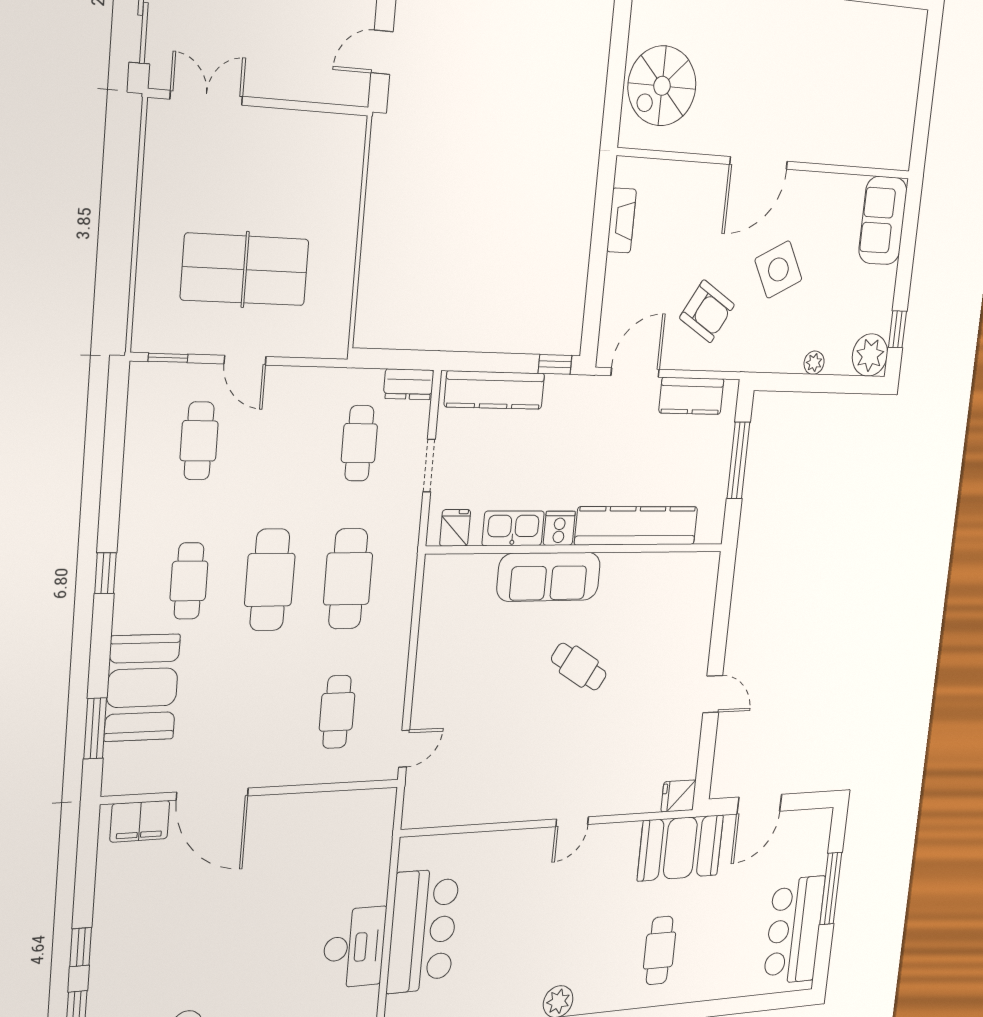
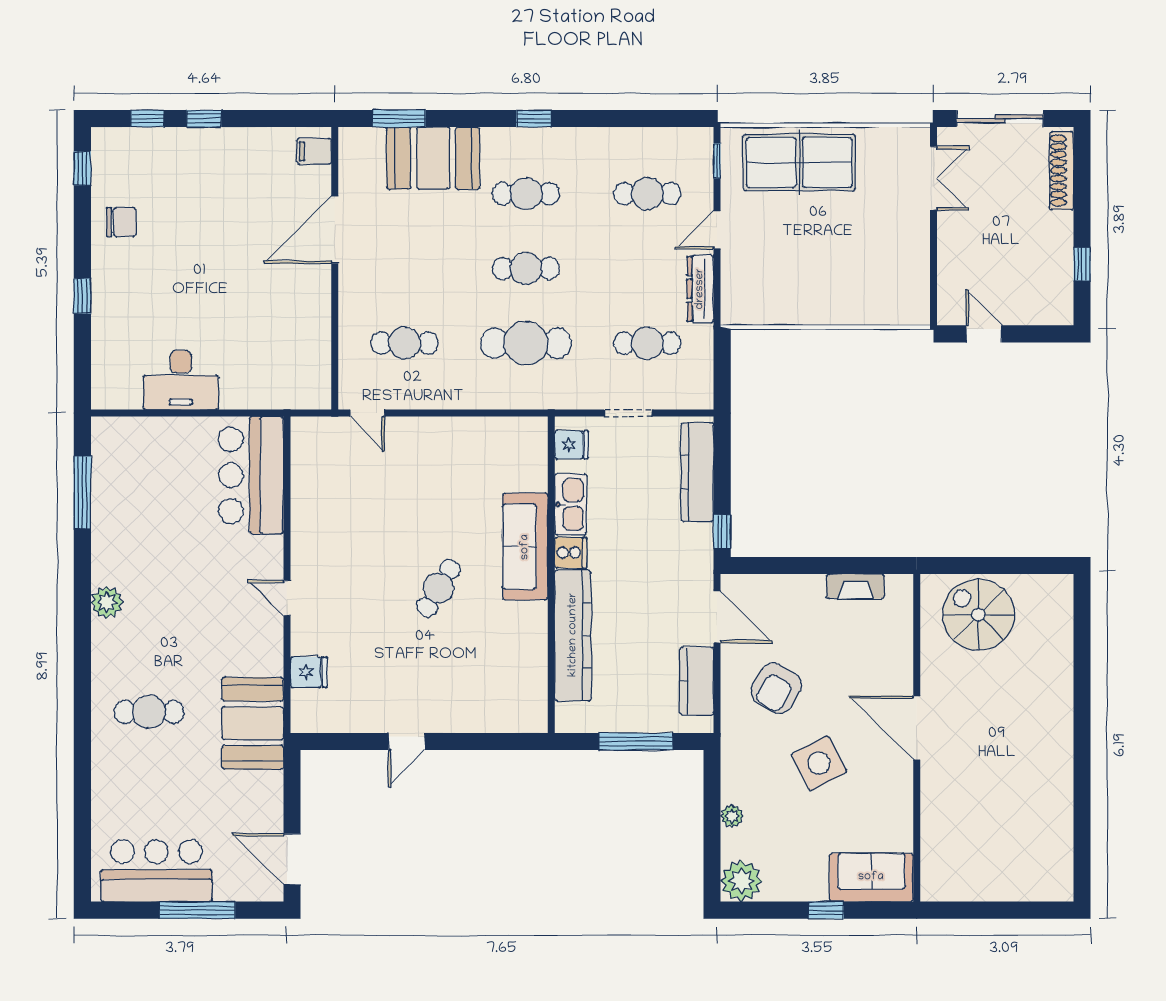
table tennis table: (245, 269) -> (799, 162), moved, turned 90
window: (897, 329) -> (826, 910), moved
dresser: (409, 384) -> (700, 289), moved, width x1.44
cafe table: (270, 580) -> (526, 268), width x0.73, depth x0.74
fridge: (679, 796) -> (309, 672), moved, turned 90
door: (759, 804) -> (292, 859), moved
filing cabinet: (140, 821) -> (314, 151), width x0.50
bar counter: (423, 931) -> (251, 475), moved, turned 90

